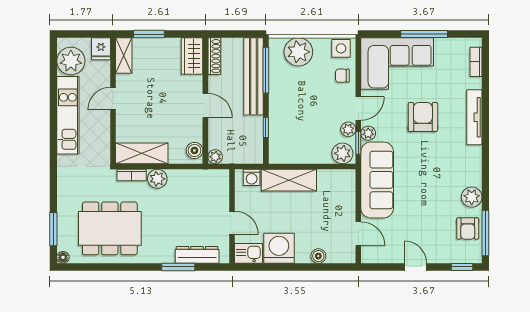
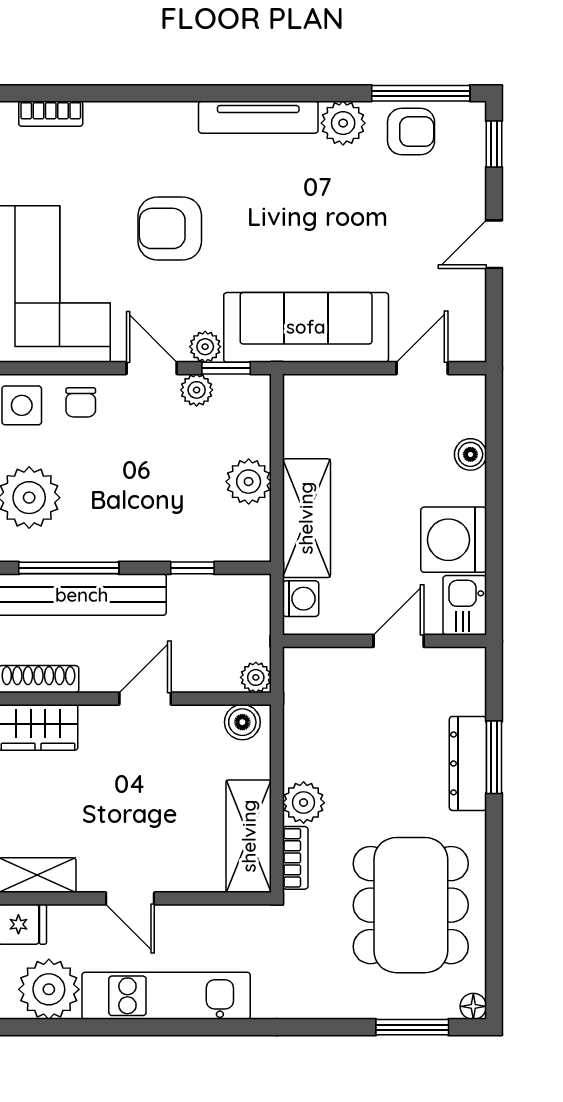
tv unit: (474, 117) -> (258, 117), moved
plant: (342, 153) -> (249, 482), moved
dresser: (197, 255) -> (468, 763), moved

